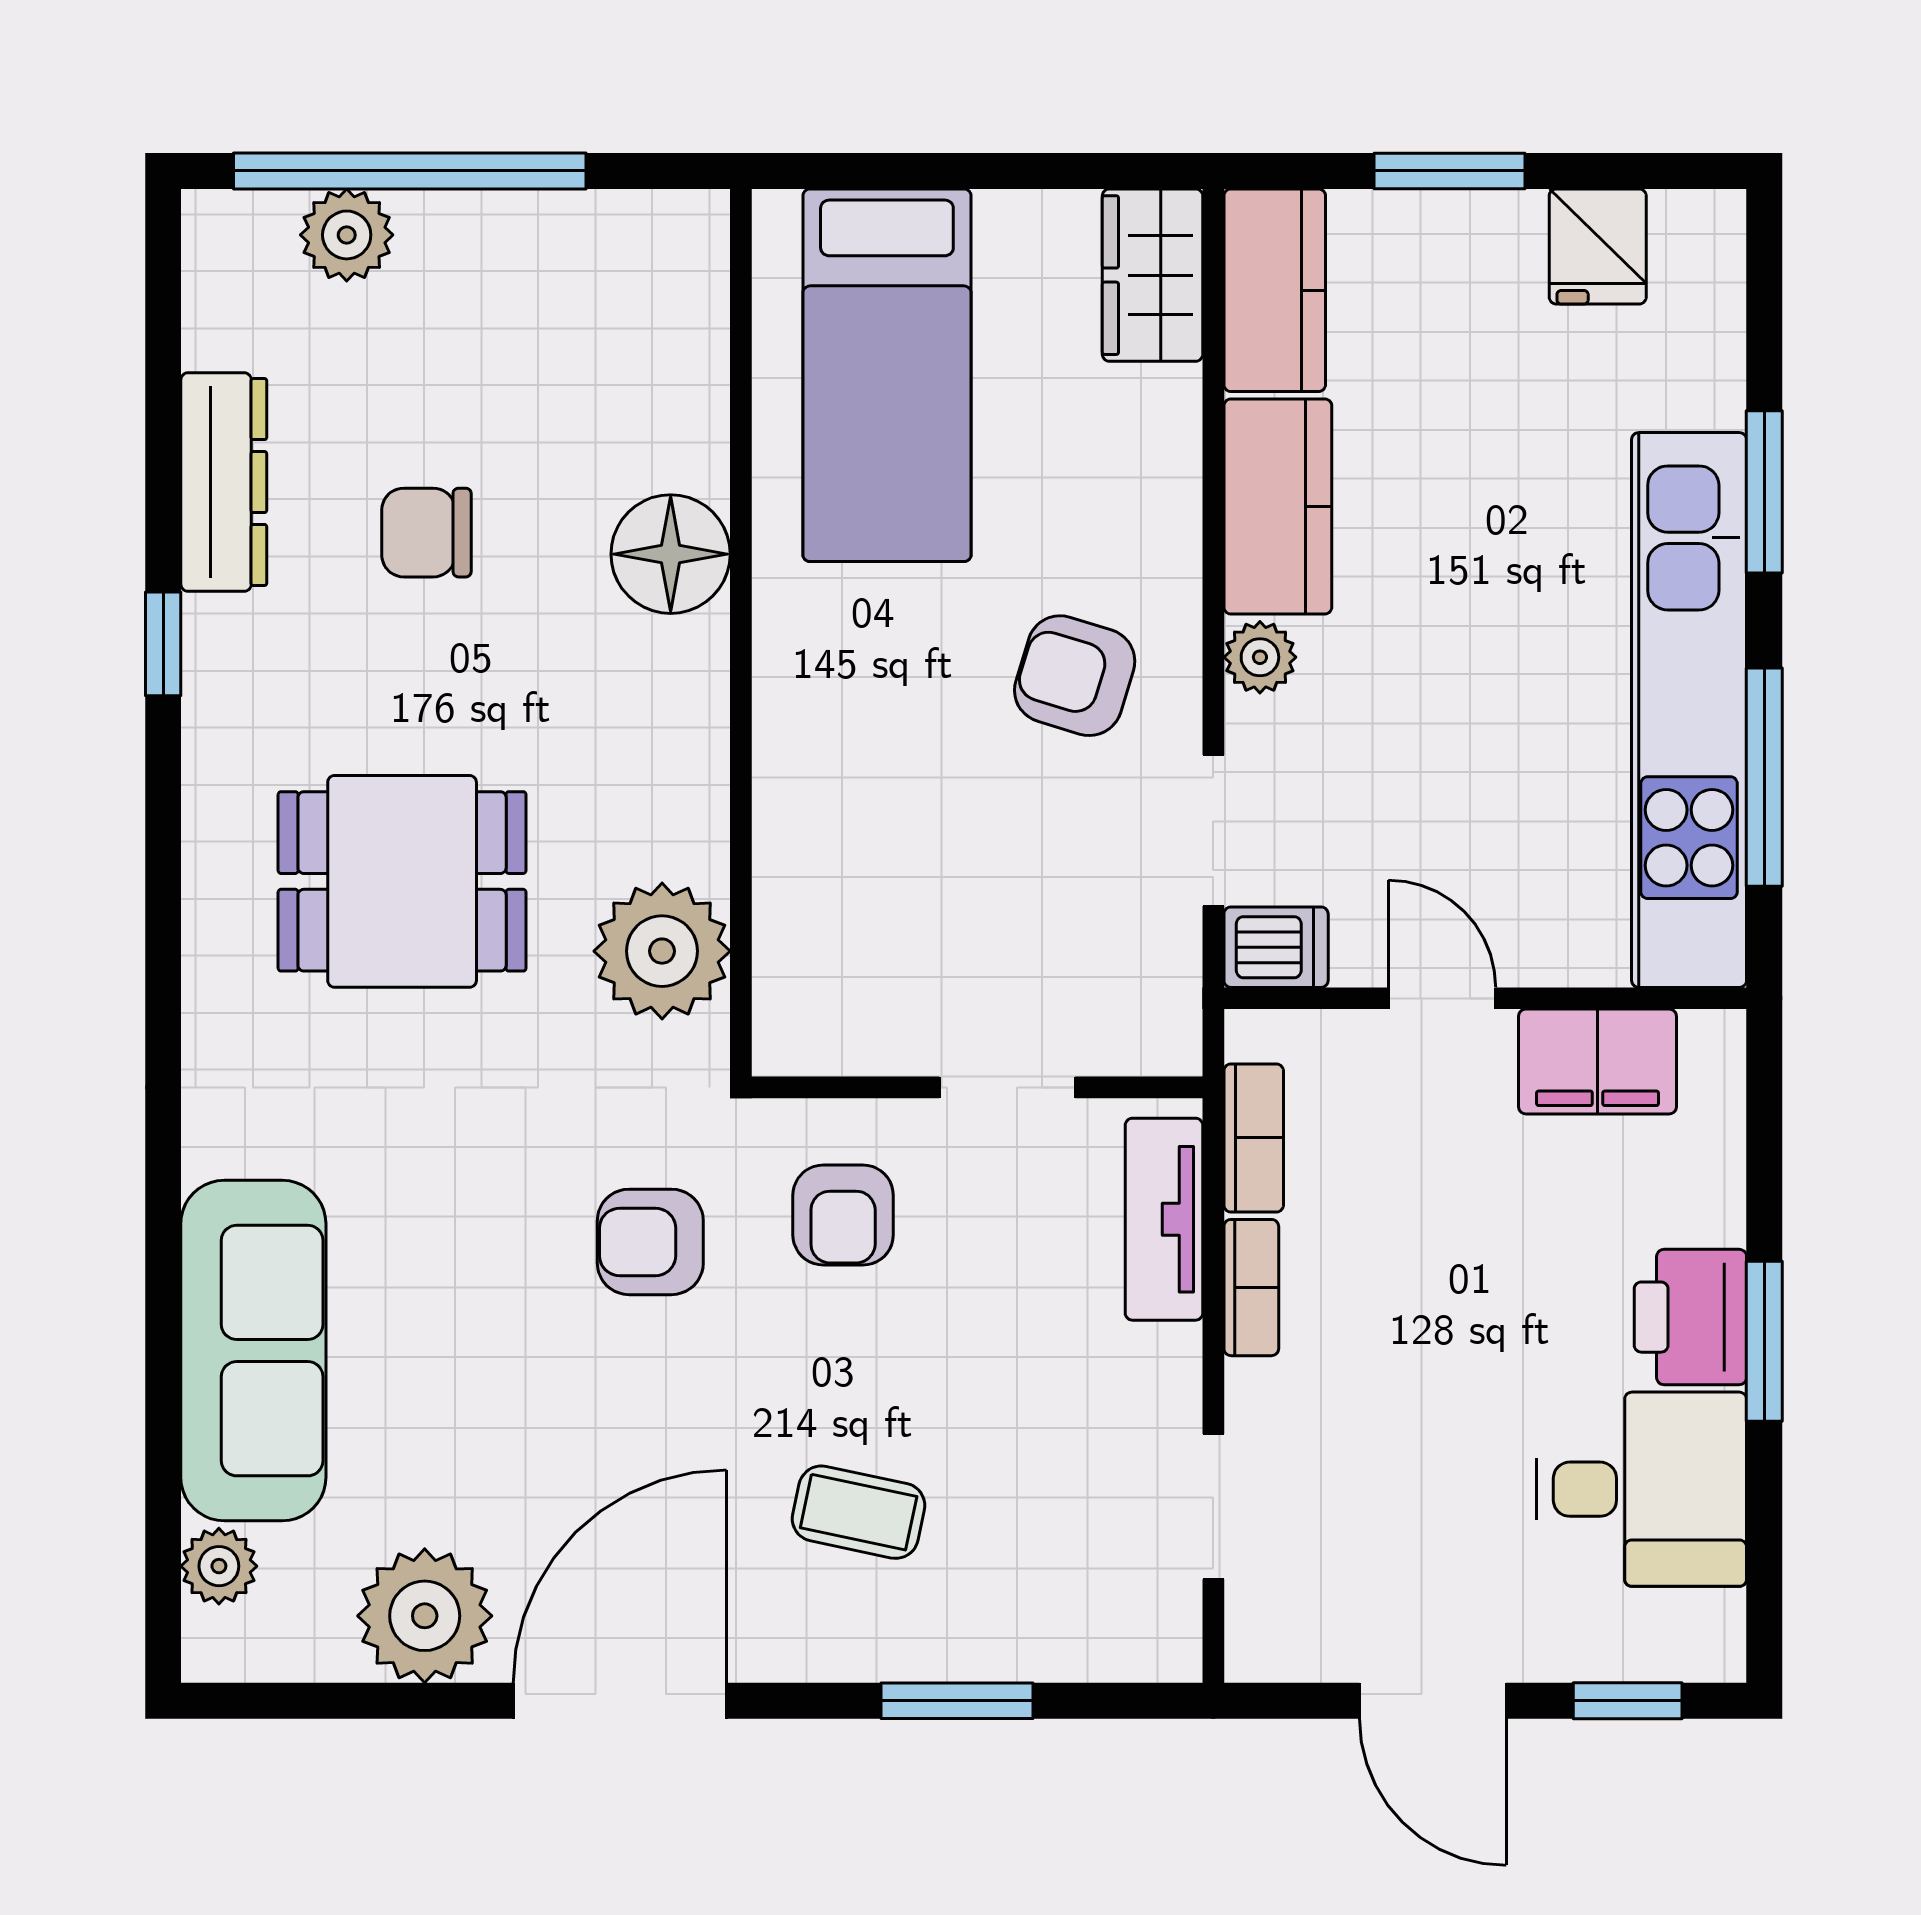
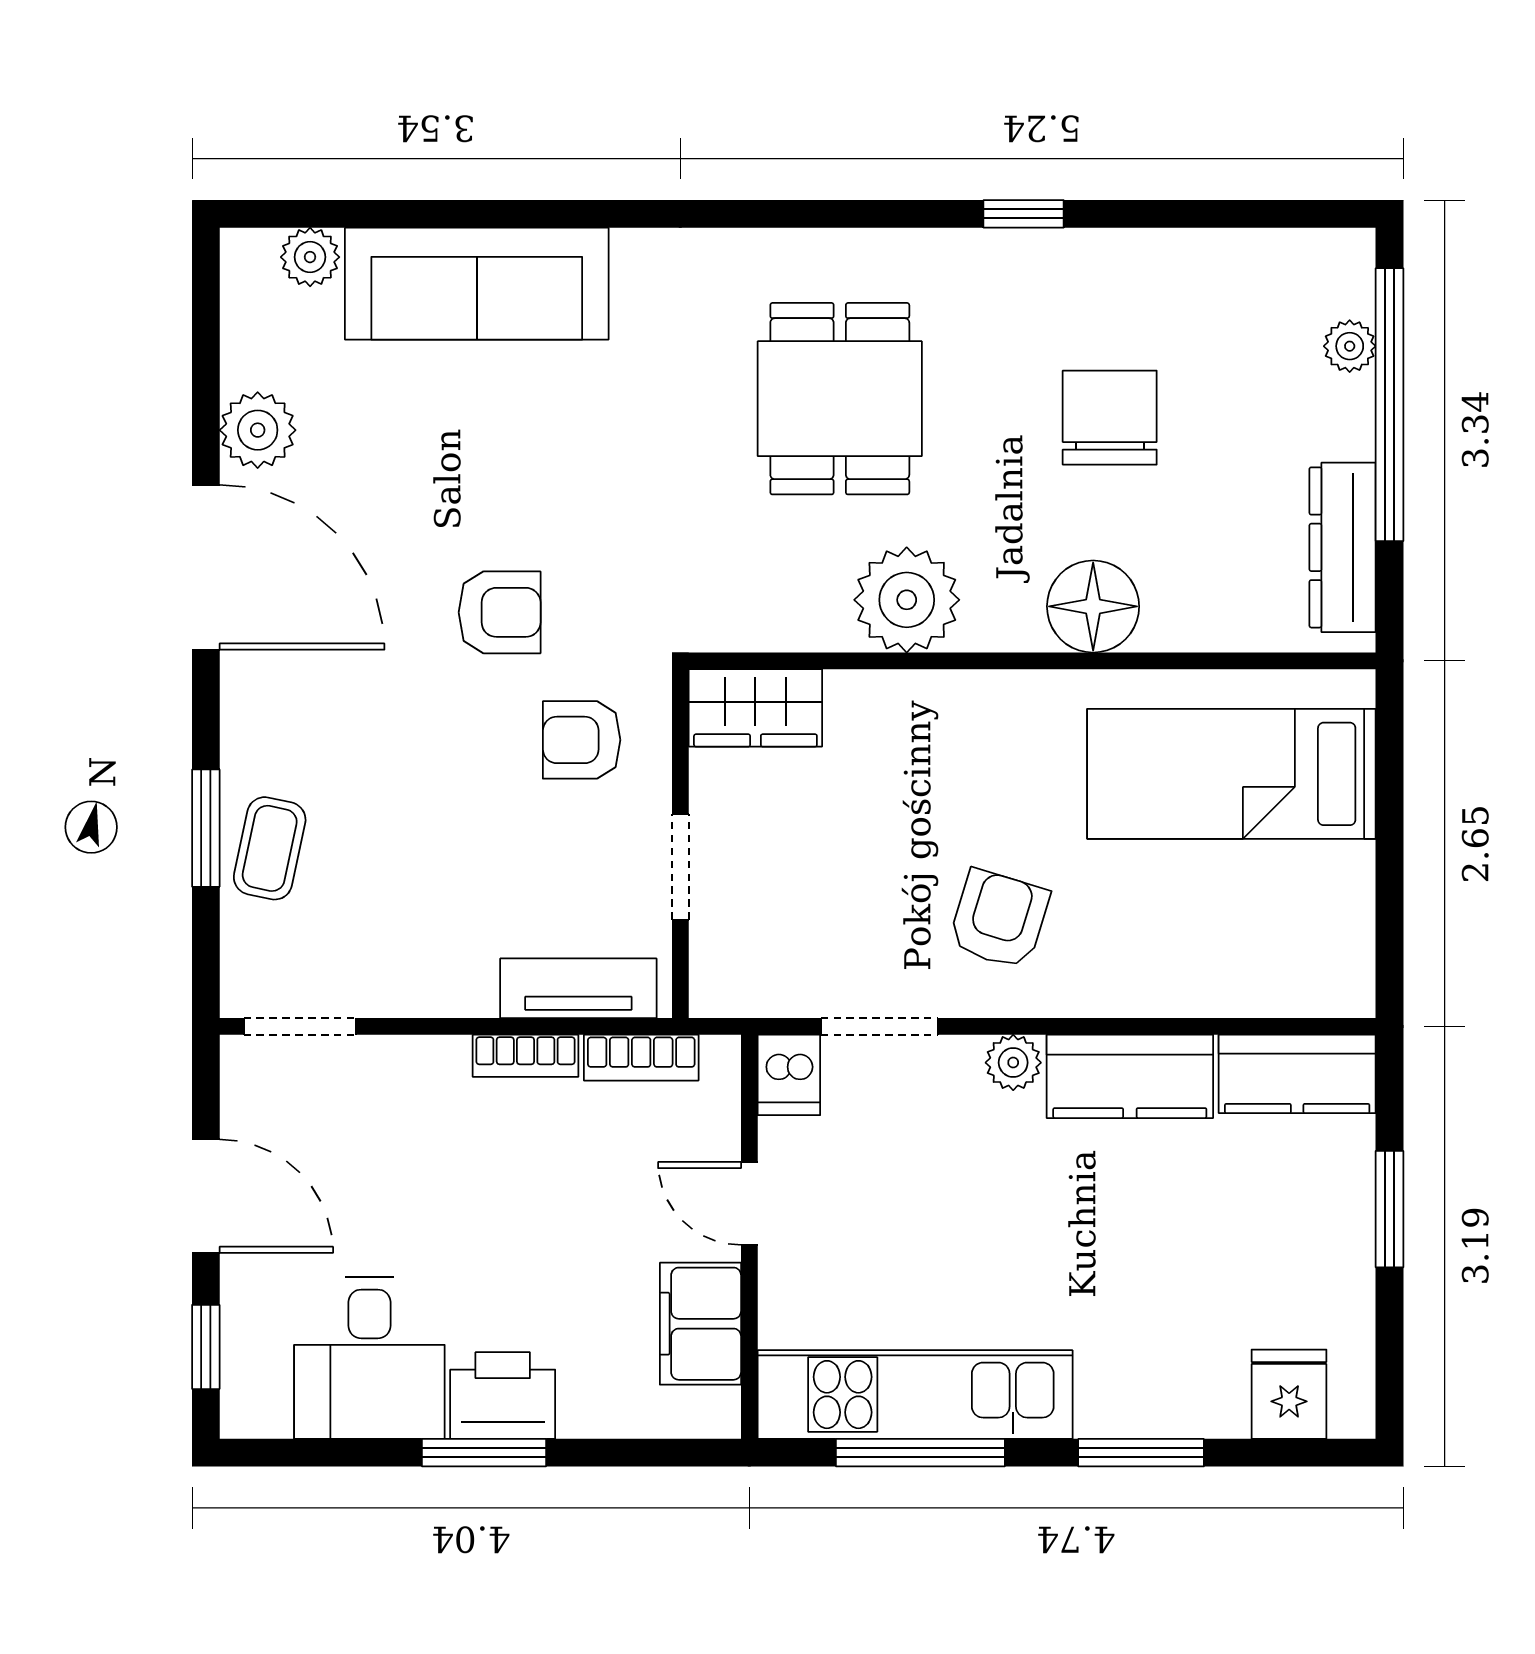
plant: (347, 235) -> (1350, 346), width x0.73, depth x0.73
fridge: (1598, 246) -> (1289, 1394), moved, turned 90
wardrobe: (1153, 275) -> (755, 708), moved, turned 180
dresser: (224, 482) -> (1343, 547), moved, turned 90
chair: (426, 533) -> (1110, 418), width x1.37, depth x1.37
kitchen unit: (1689, 710) -> (915, 1395), width x0.73
plant: (662, 951) -> (907, 600), moved
door: (1442, 998) -> (749, 1203), swing flipped
armchair: (650, 1242) -> (500, 612), moved, turned 90
doorway: (1213, 1507) -> (300, 1026), moved
coffee table: (859, 1512) -> (270, 848), moved
plant: (425, 1616) -> (258, 430), width x0.73, depth x0.73
door: (1433, 1701) -> (206, 1196), swing flipped

